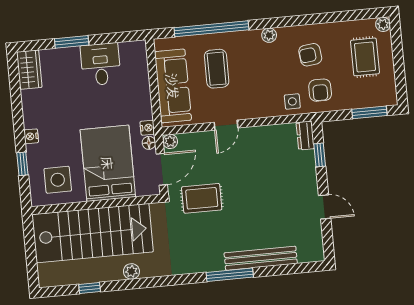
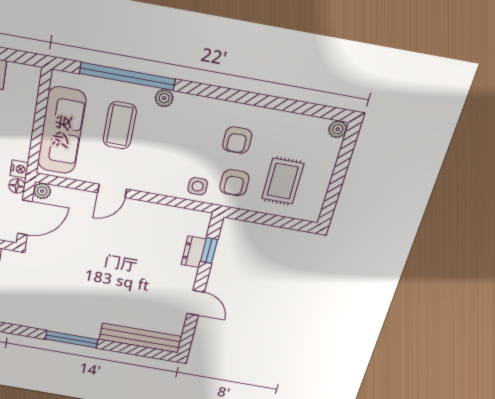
plant: (269, 35) -> (164, 98), moved
armchair: (310, 55) -> (237, 140), turned -83
rug: (365, 57) -> (283, 181), moved
window: (369, 112) -> (282, 222), removed
dresser: (305, 135) -> (194, 252), moved
rug: (202, 198) -> (62, 259), removed
bench: (261, 258) -> (140, 338), moved

